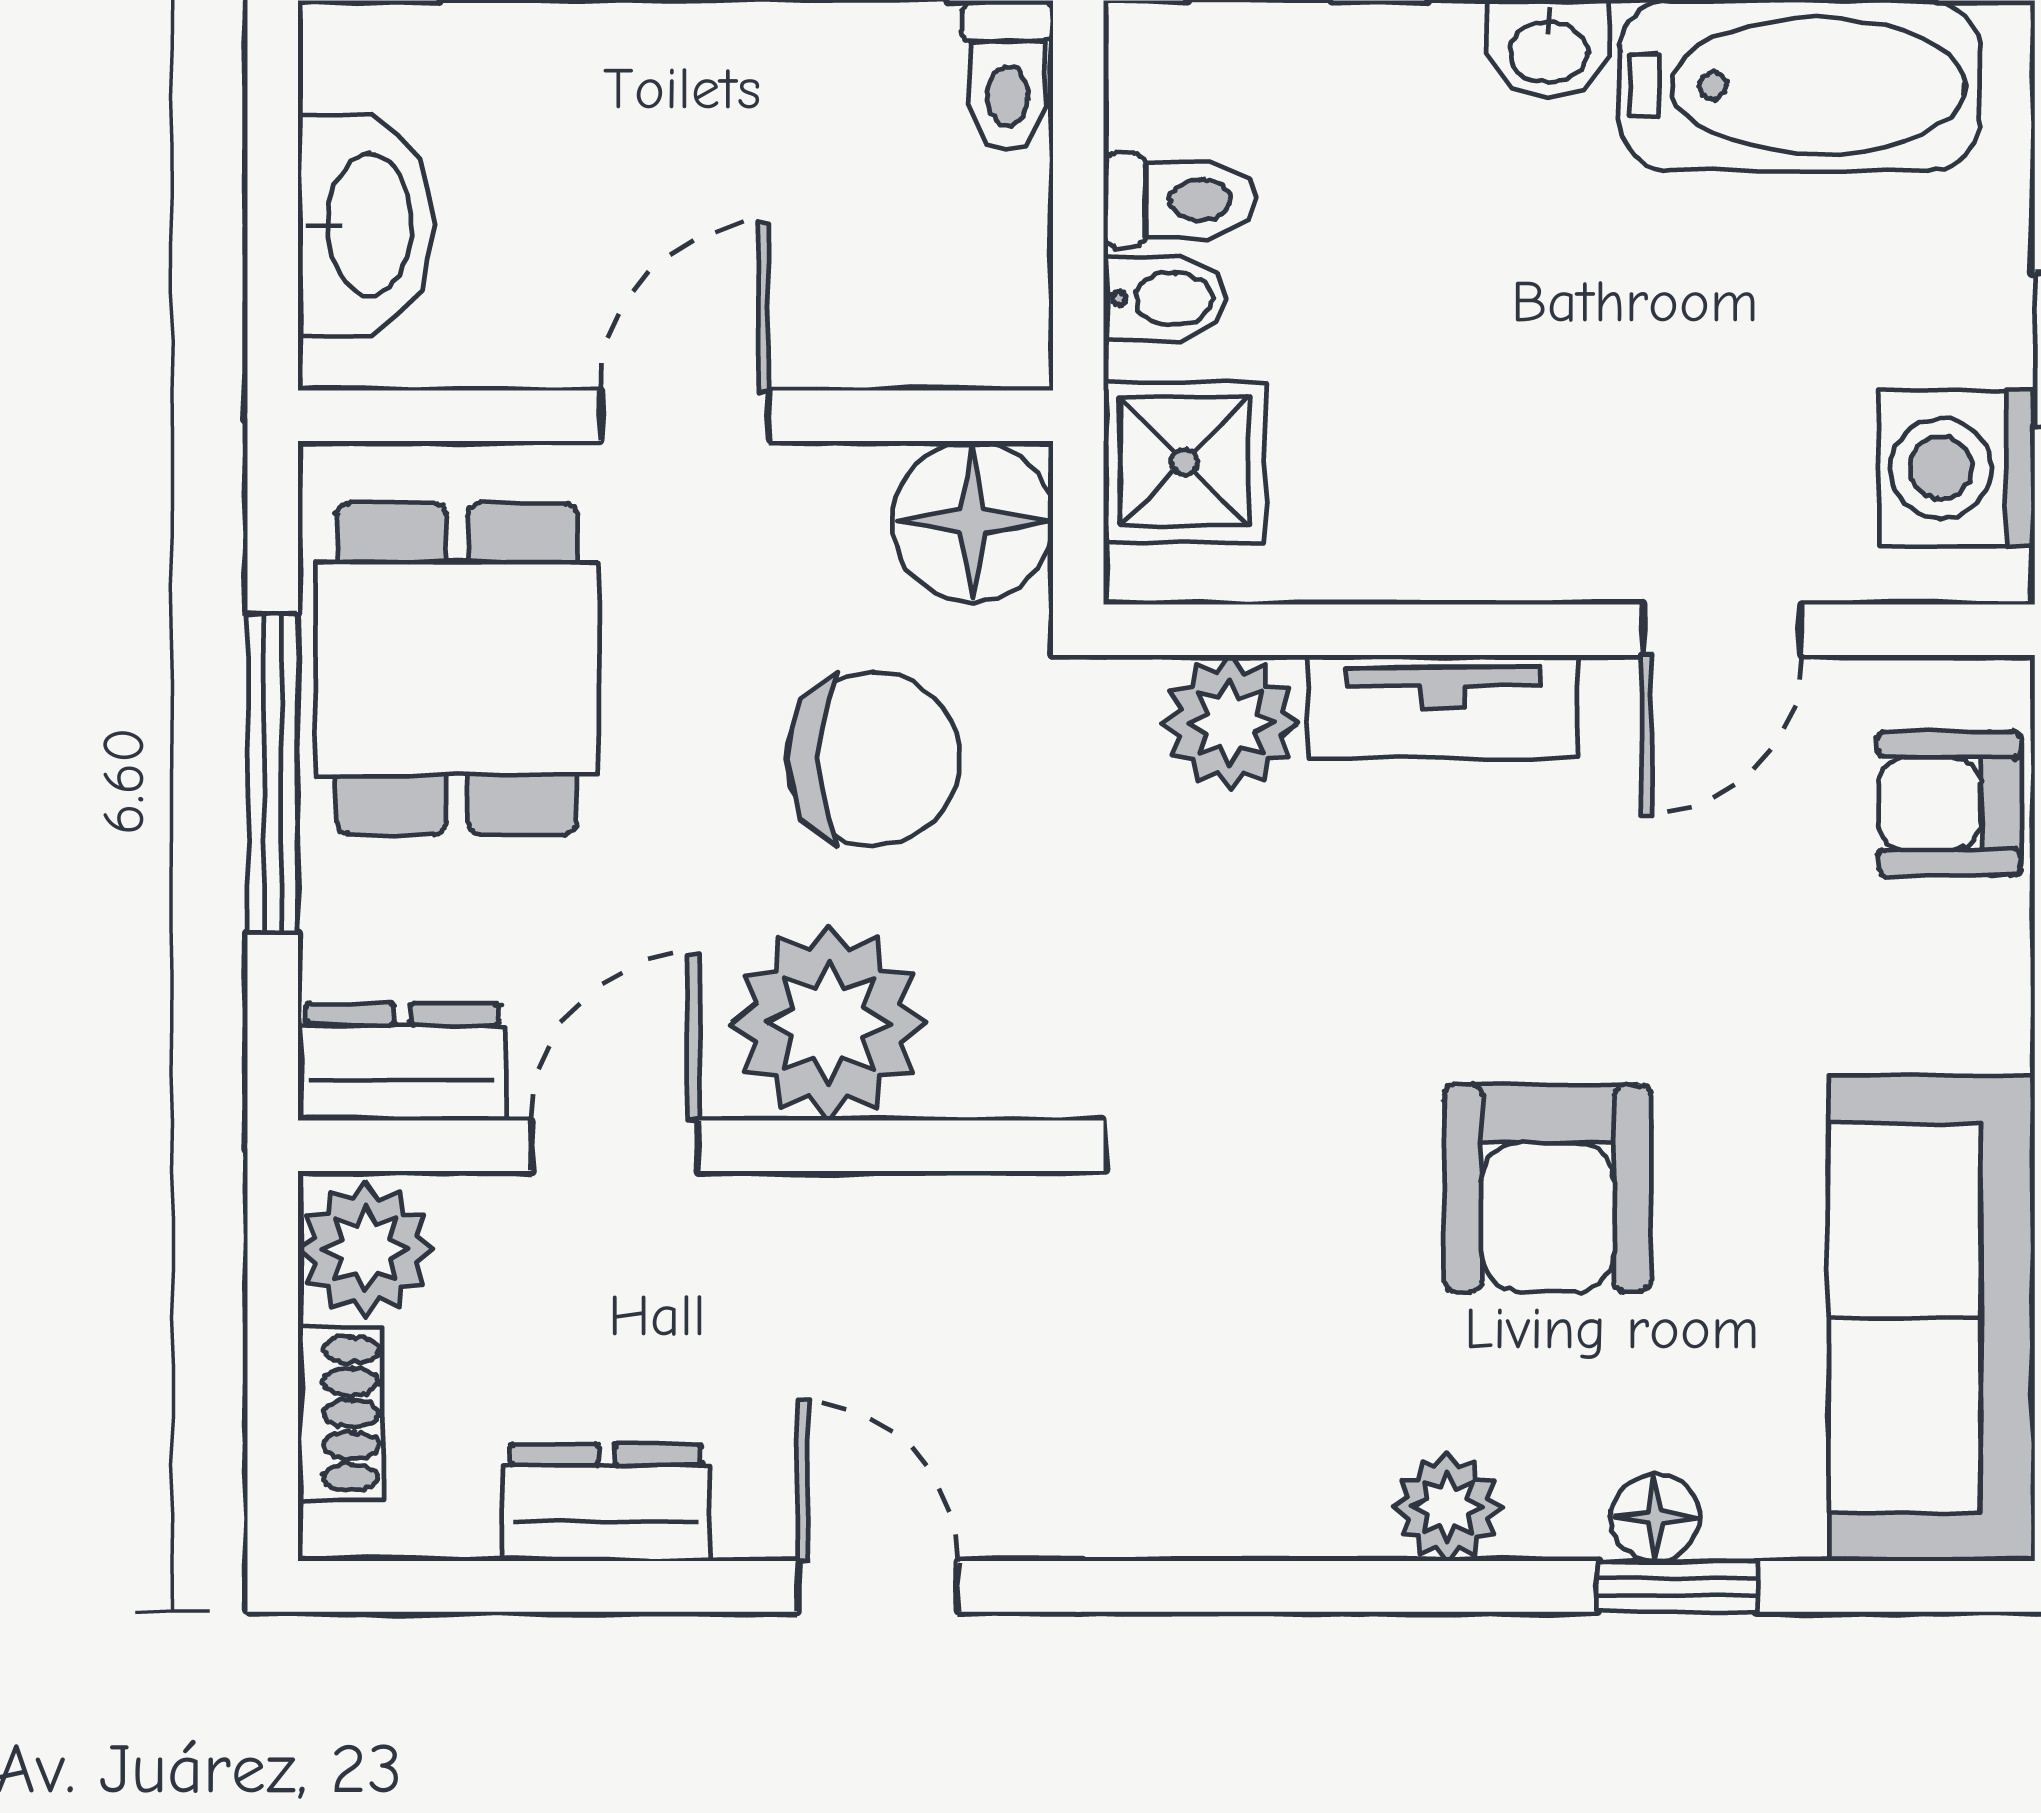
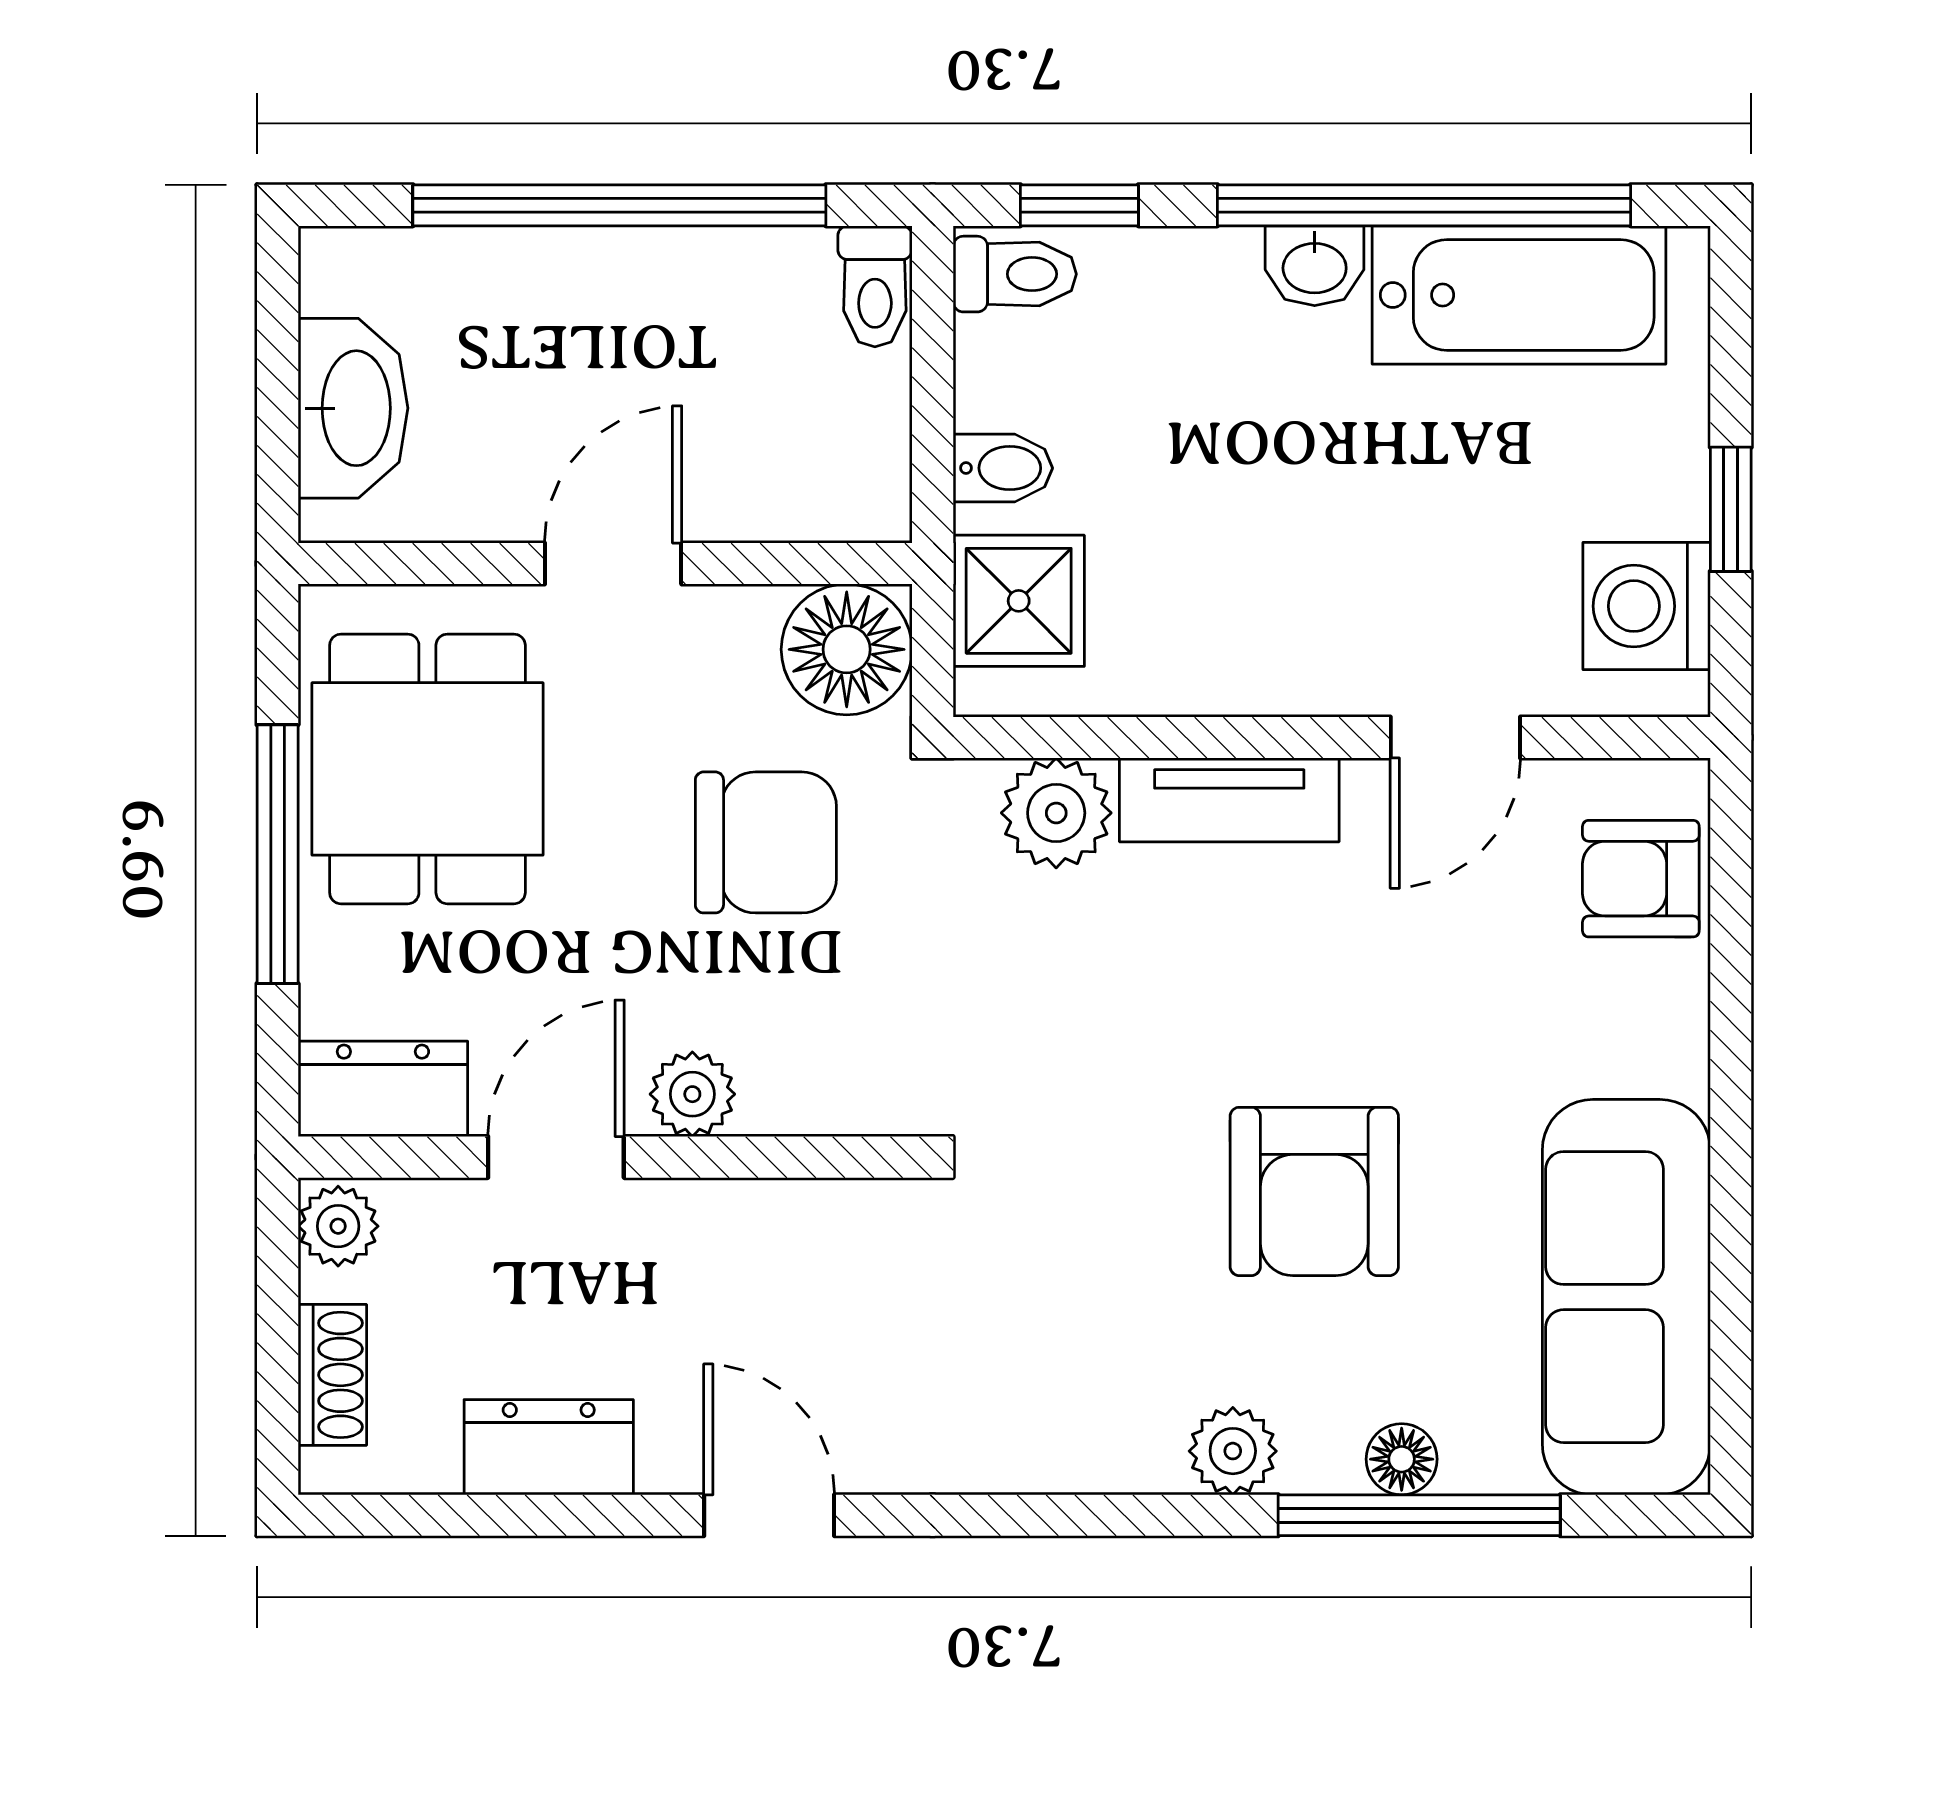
toilet: (1179, 200) -> (1015, 274), moved
plant: (829, 1023) -> (692, 1094), width x0.53, depth x0.53
plant: (366, 1249) -> (338, 1226), width x0.73, depth x0.73
window: (1677, 1586) -> (1419, 1515), width x2.17

